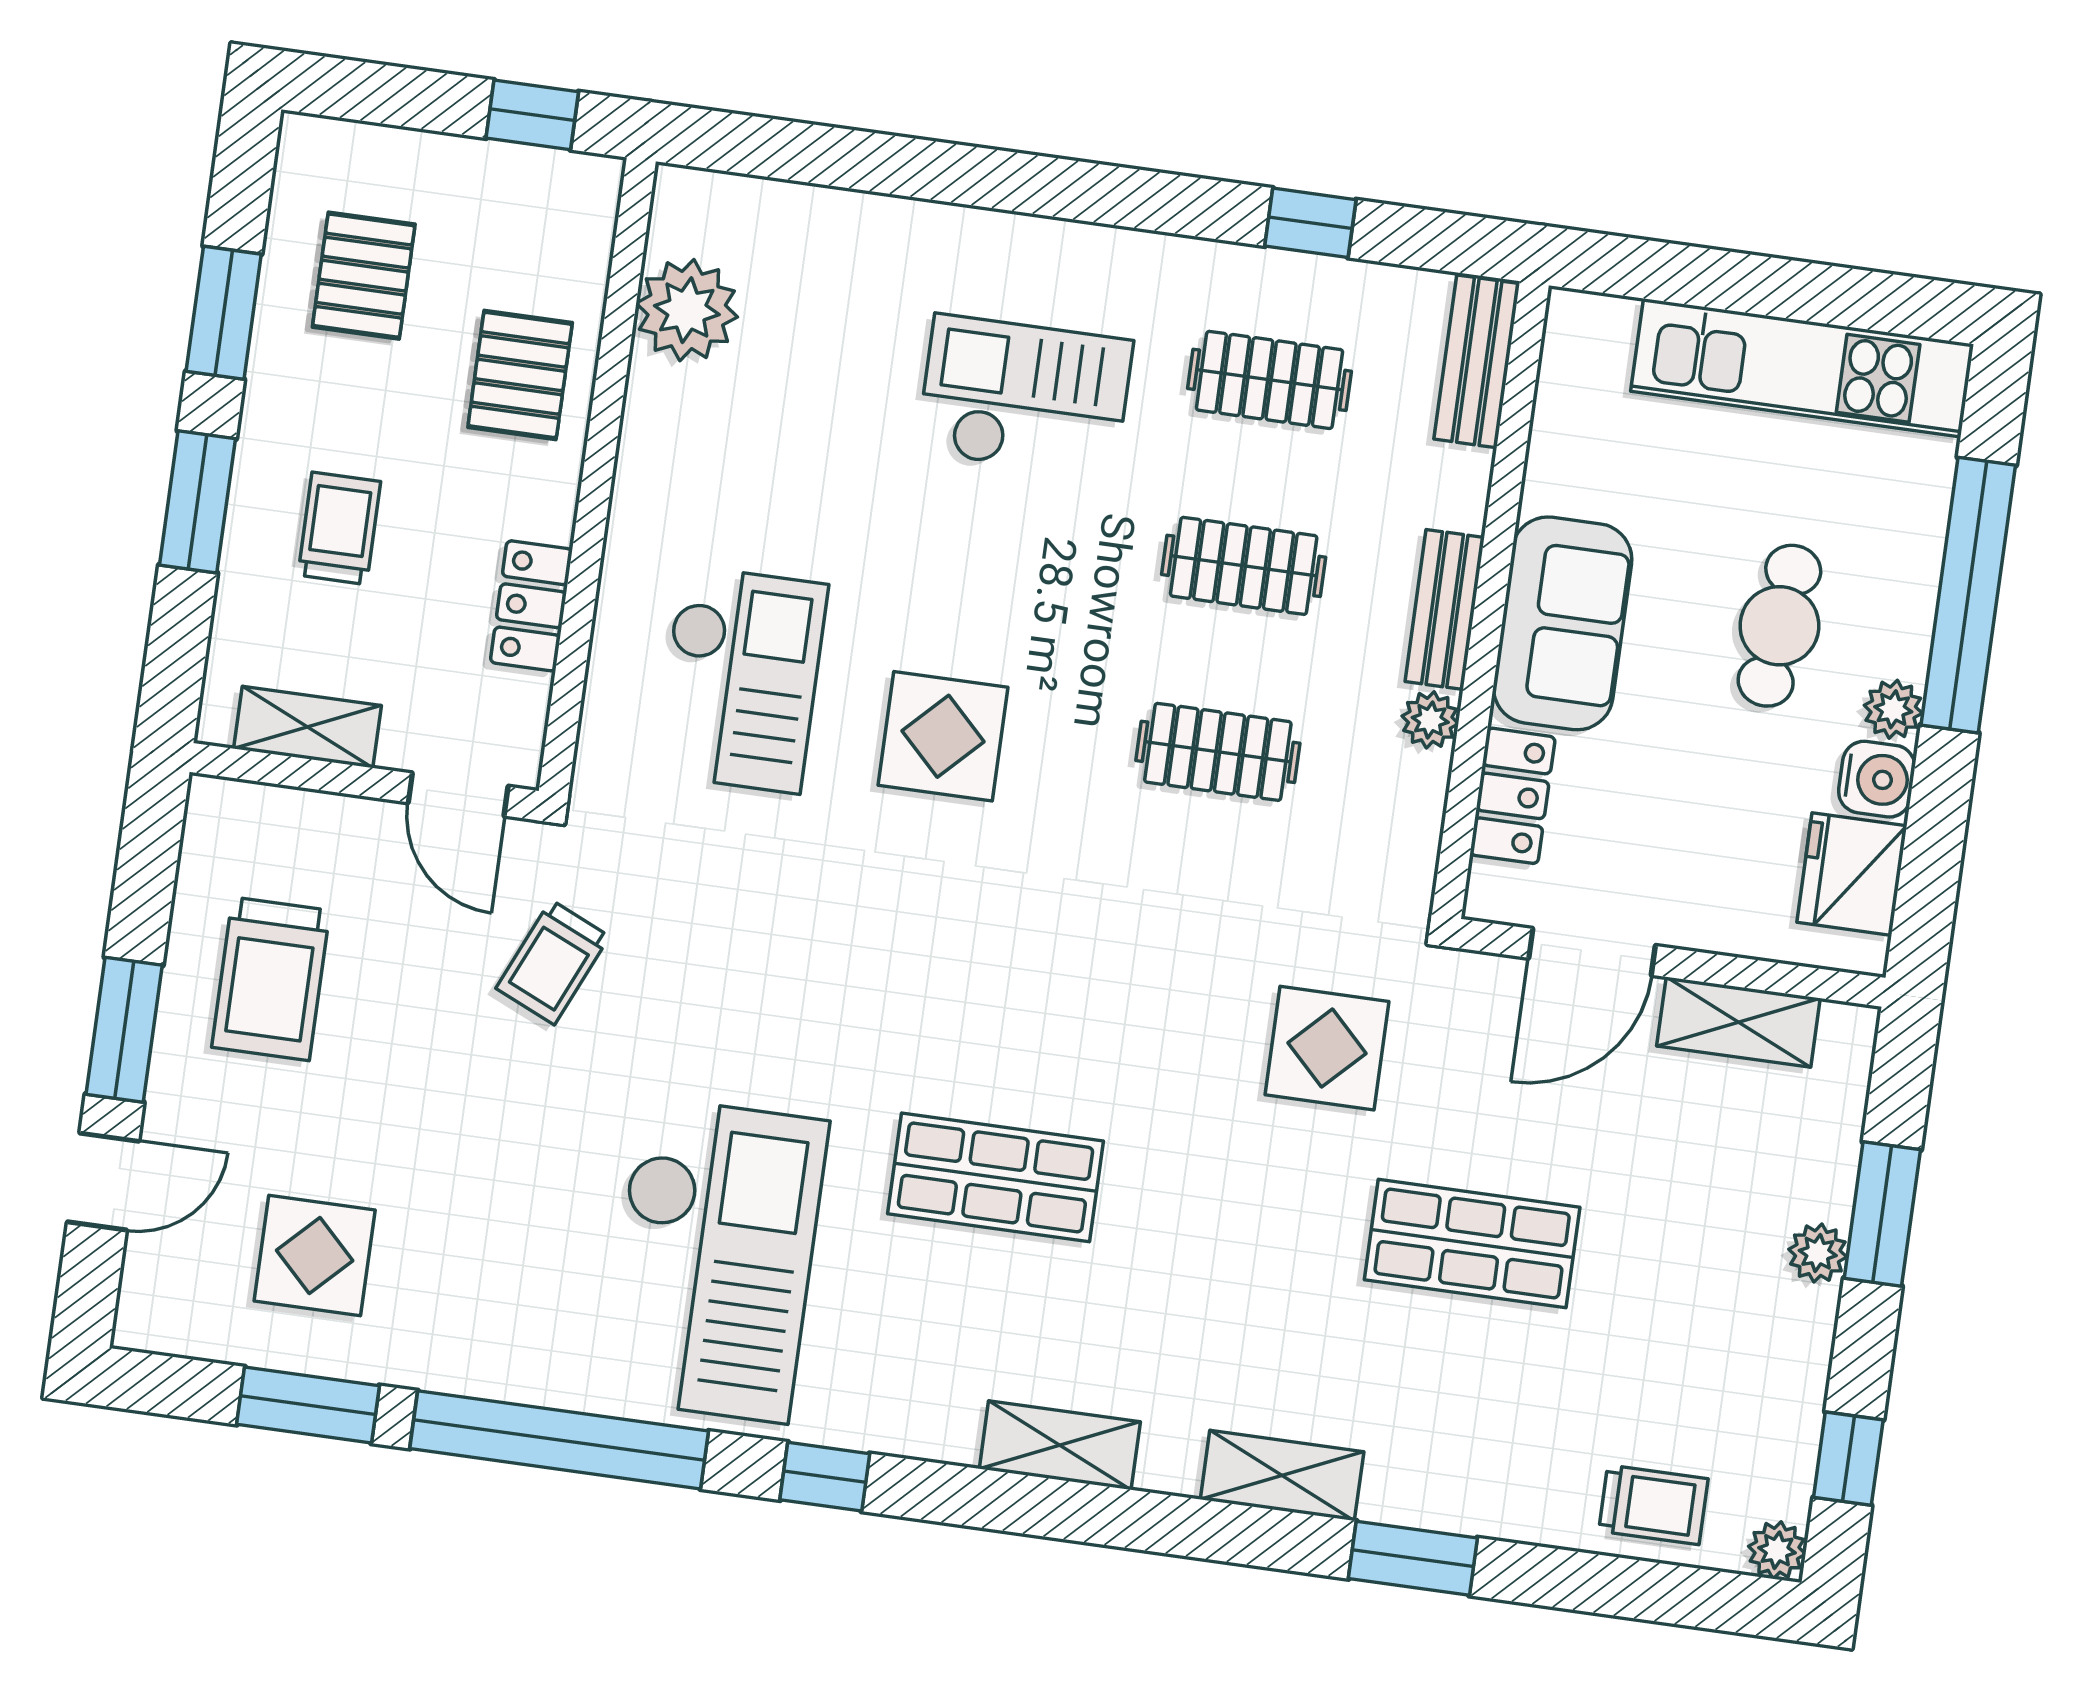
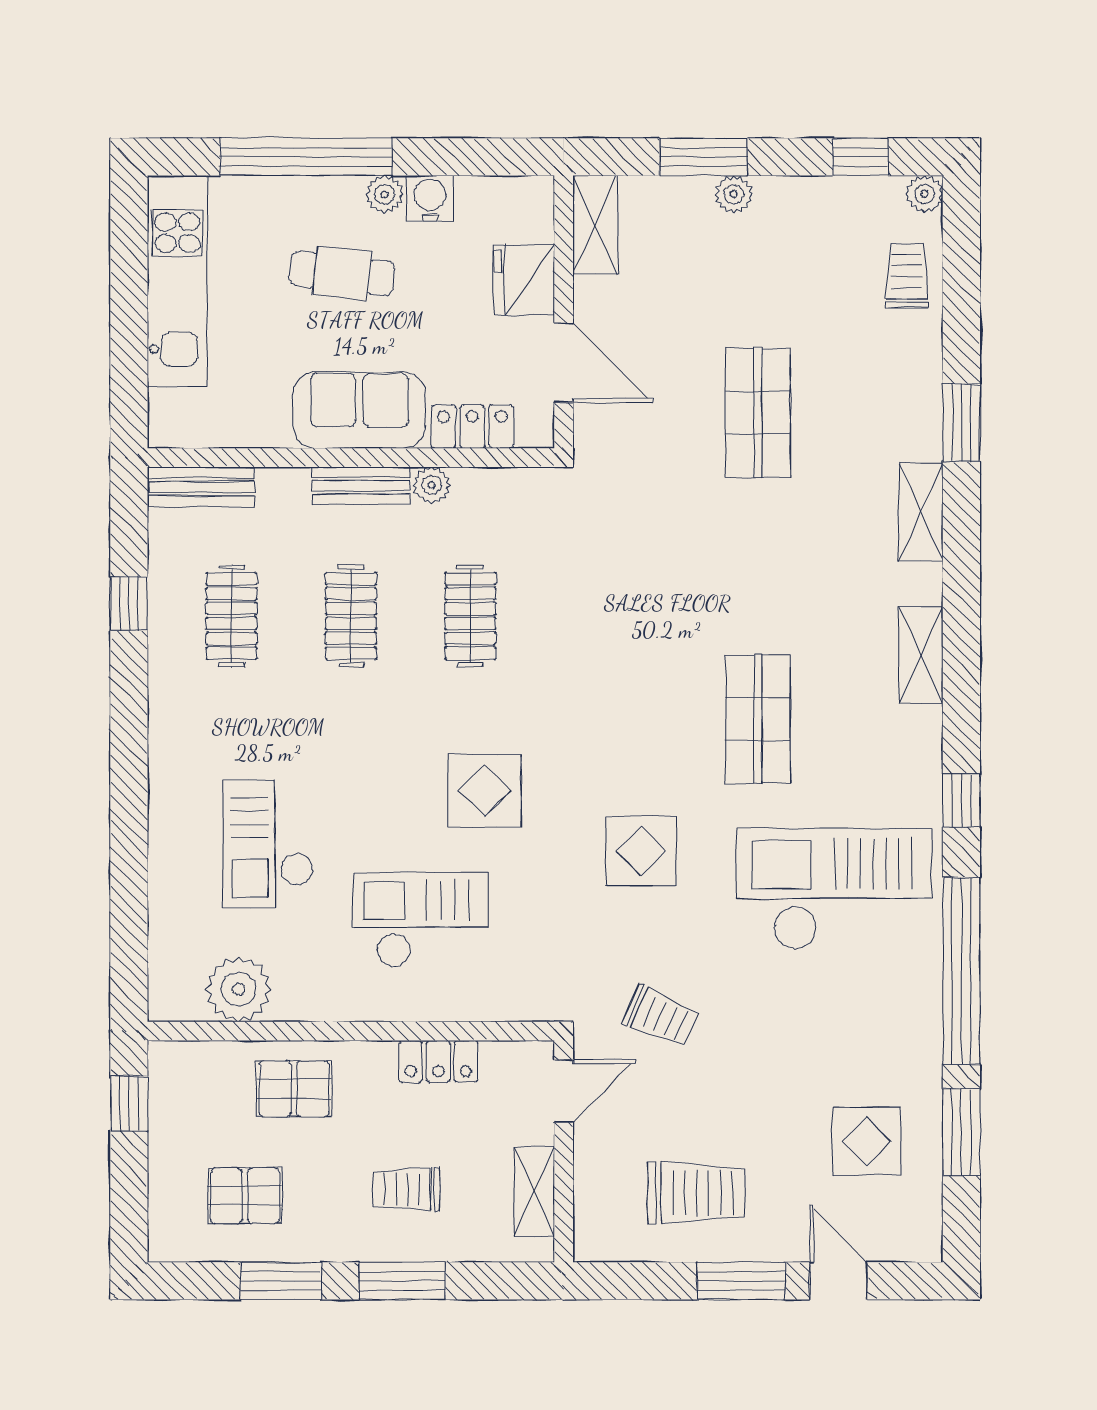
checkout: (1025, 396) -> (268, 844), moved
checkout: (741, 679) -> (421, 920), moved
fridge: (1852, 874) -> (524, 280), moved, turned 90
shelving: (1738, 1022) -> (595, 225), moved
display table: (1327, 1048) -> (641, 851), moved

